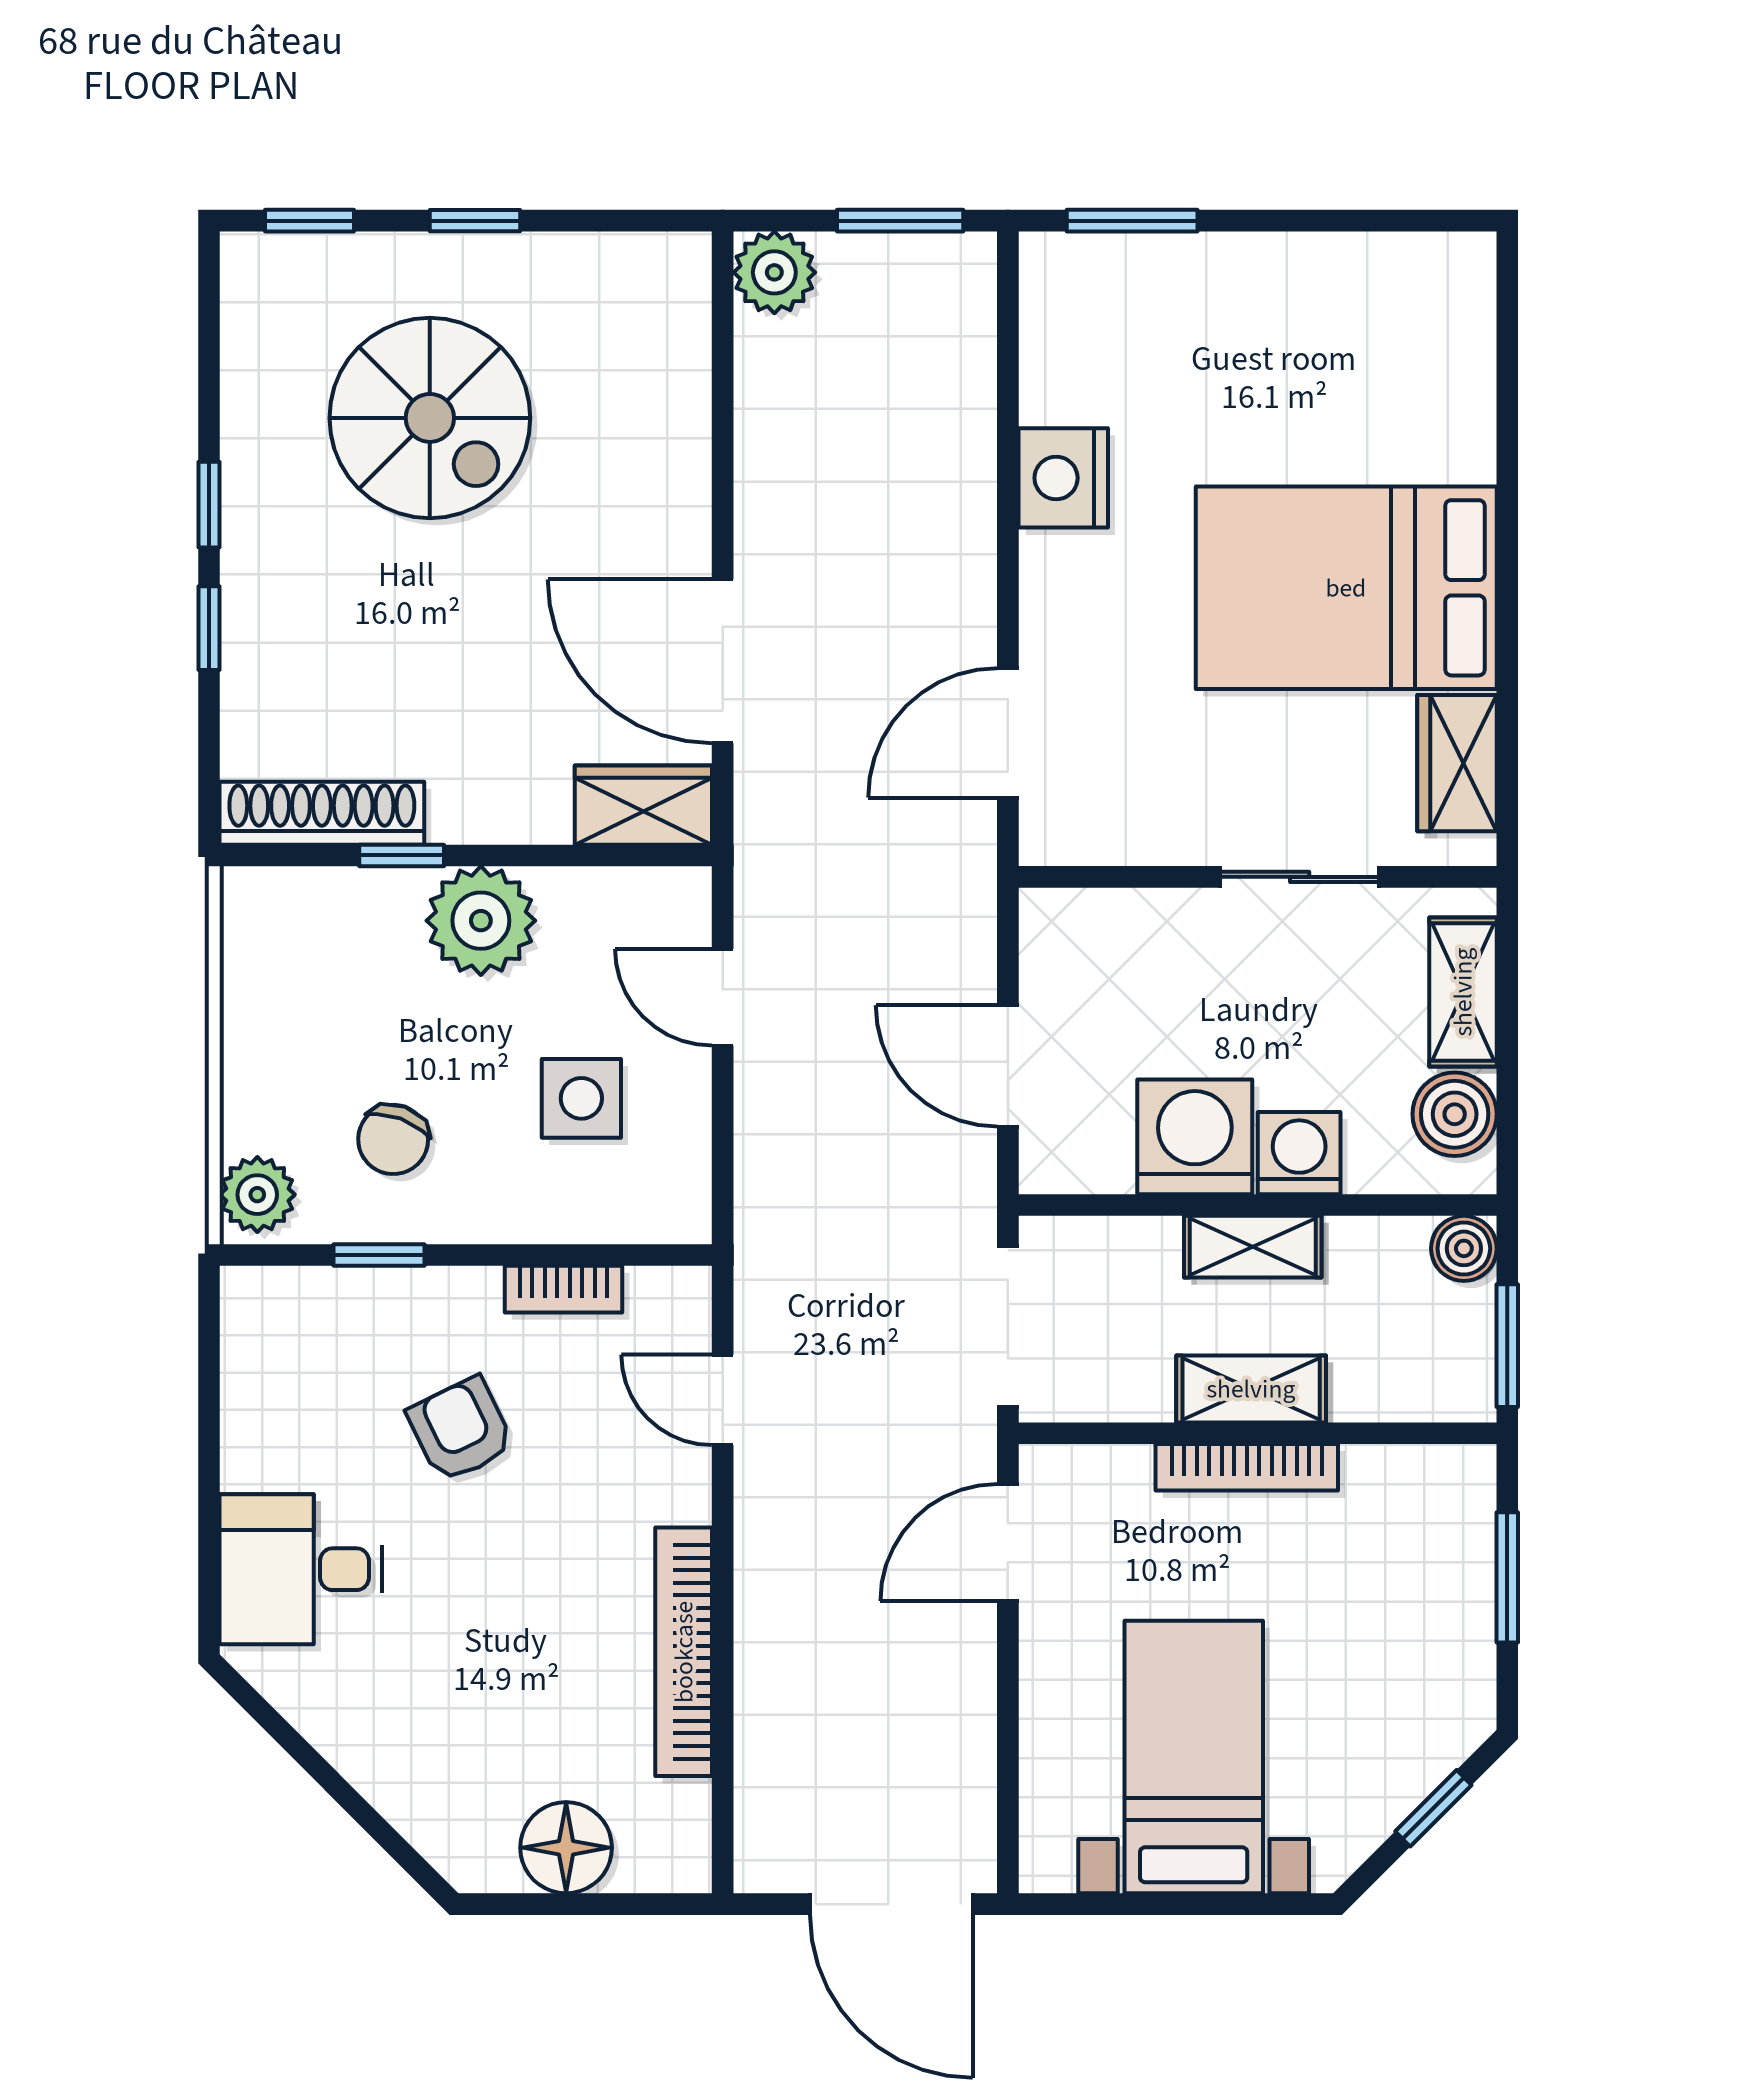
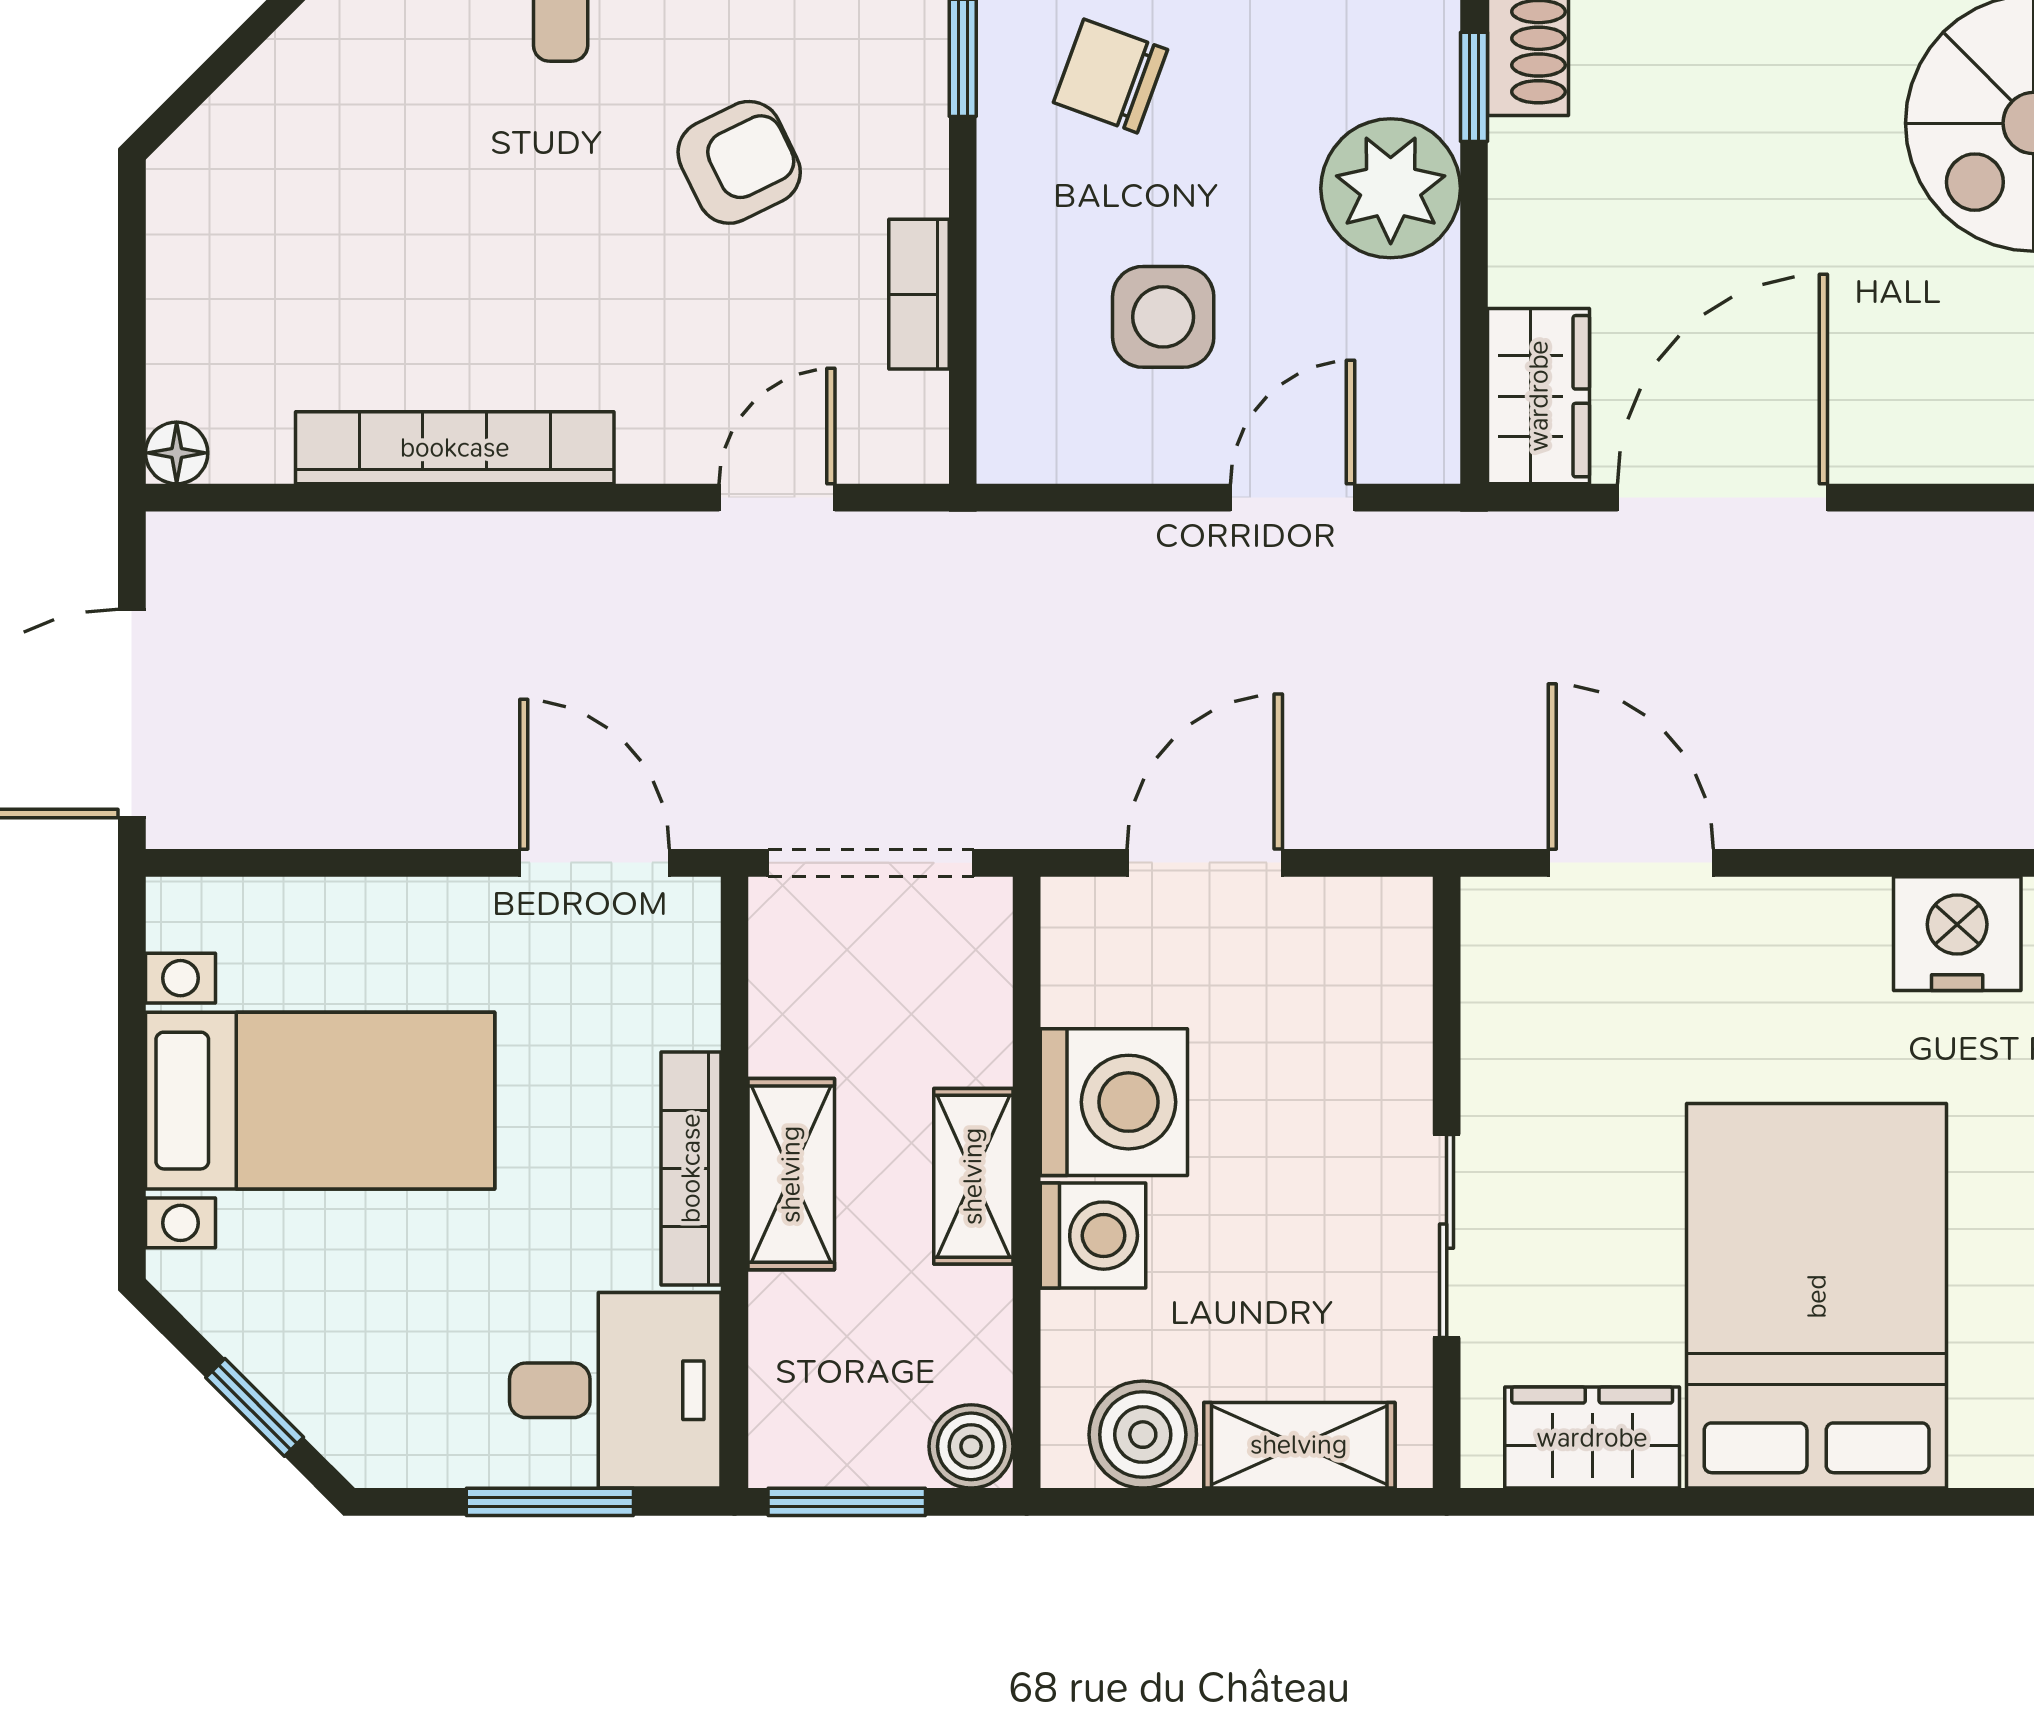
desk: (1420, 1527) -> (615, 1390), added
floor lamp: (566, 1848) -> (177, 453), moved, width x0.53, depth x0.53

